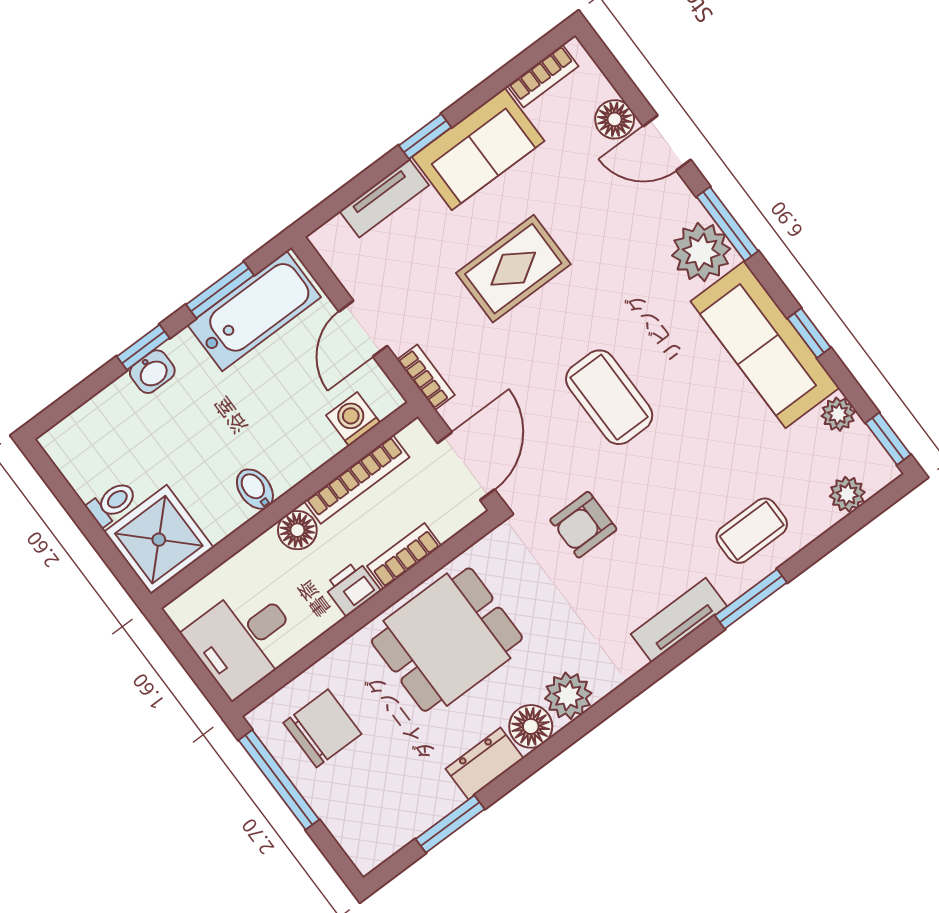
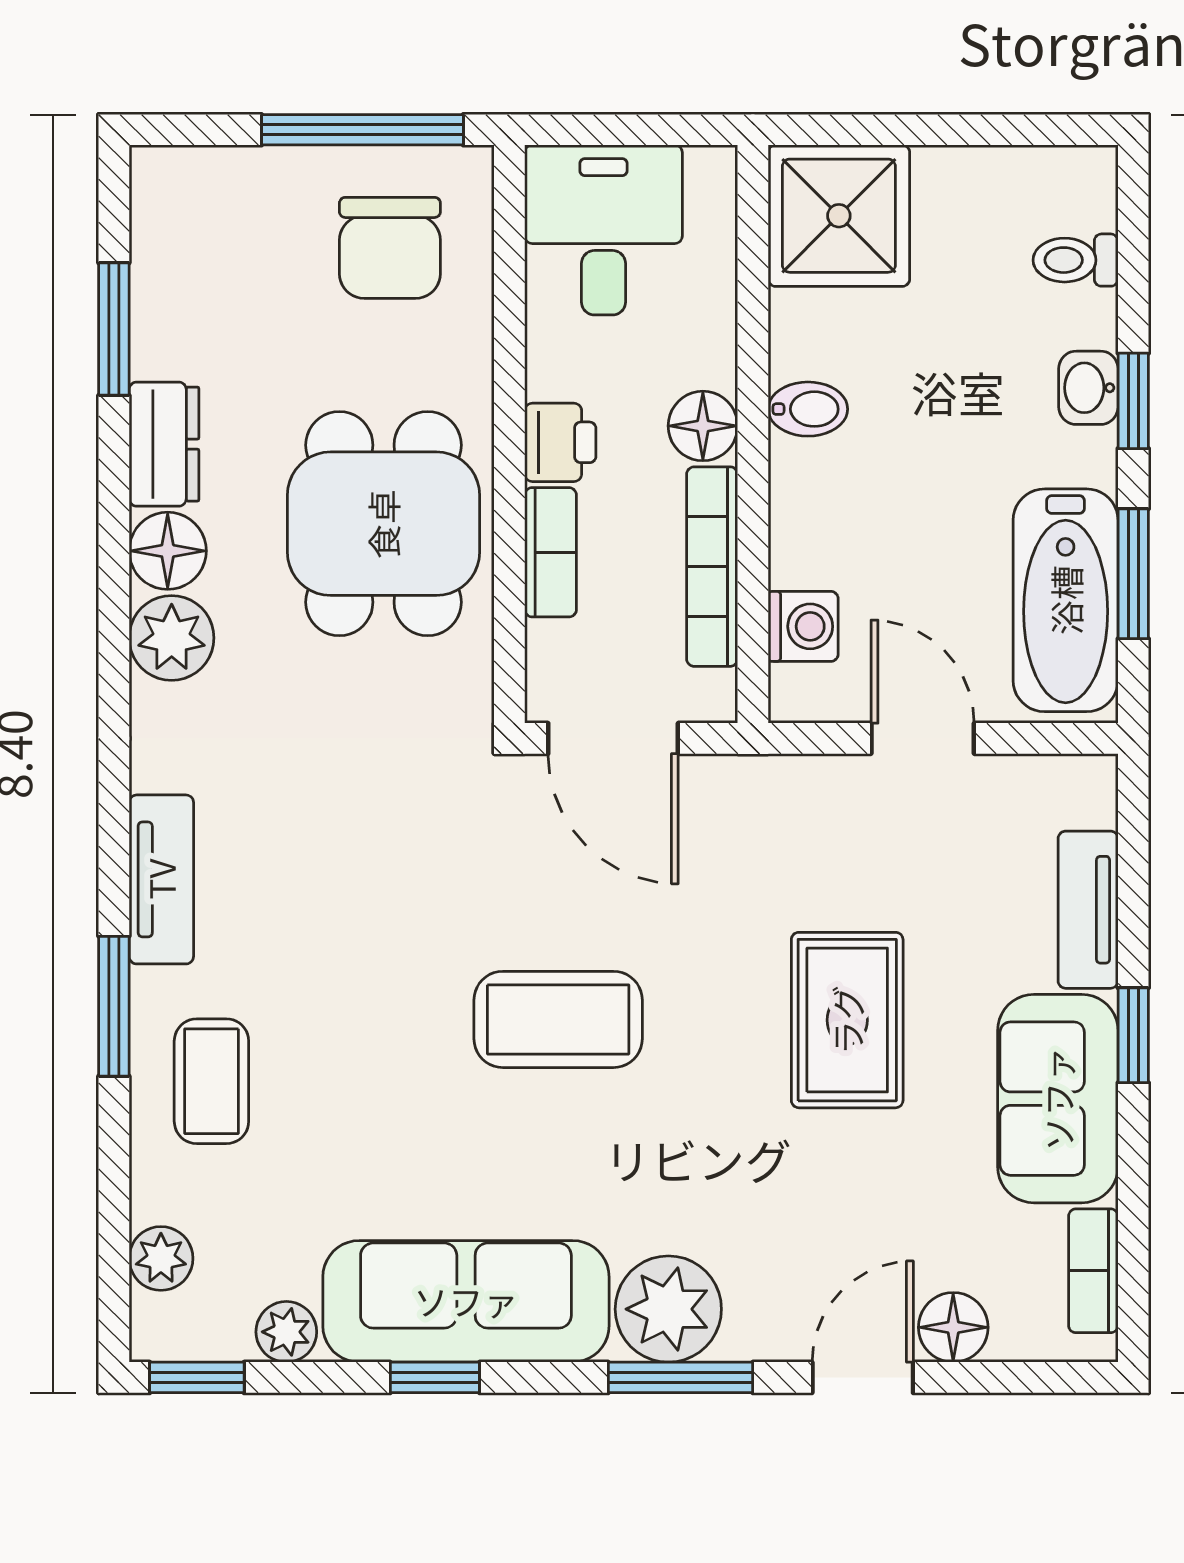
bookcase: (426, 377) -> (785, 776), removed
toilet: (112, 503) -> (1076, 260), moved, turned 90
armchair: (583, 525) -> (402, 845), removed

